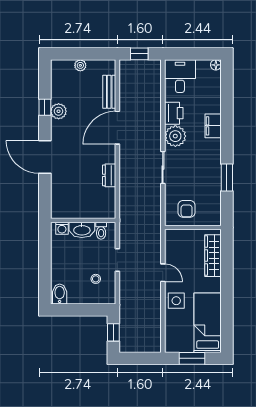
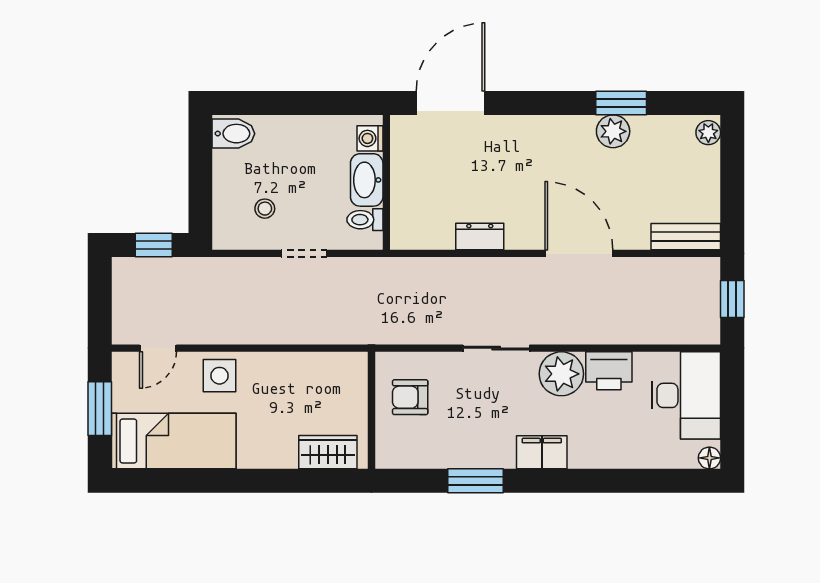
plant: (80, 65) -> (708, 133), moved
desk: (180, 76) -> (686, 395), width x1.37
bench: (109, 92) -> (686, 237), moved
window: (45, 107) -> (621, 103), width x1.50
filing cabinet: (213, 126) -> (542, 452), moved
door: (45, 157) -> (450, 103), moved
wardrobe: (213, 256) -> (328, 452), width x0.67
door: (163, 273) -> (158, 348), moved

